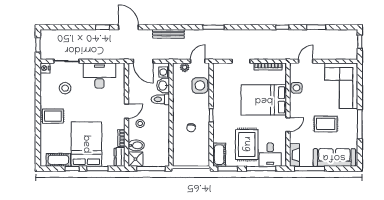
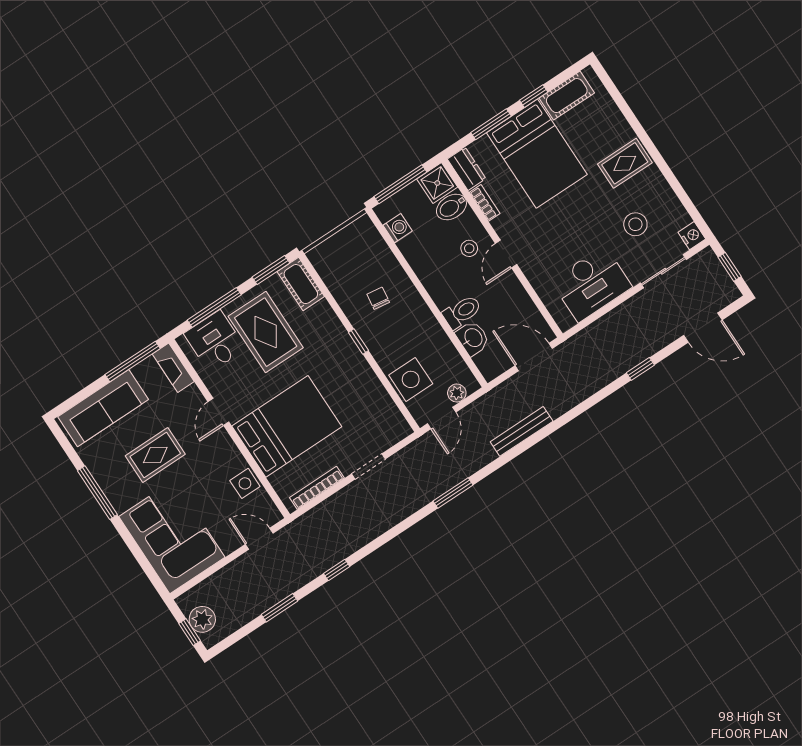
door: (129, 27) -> (703, 328), moved
plant: (351, 44) -> (202, 619), added
door: (306, 61) -> (259, 539), swing flipped
washing machine: (164, 72) -> (398, 228), moved

